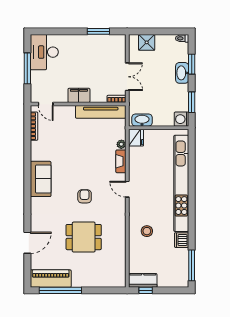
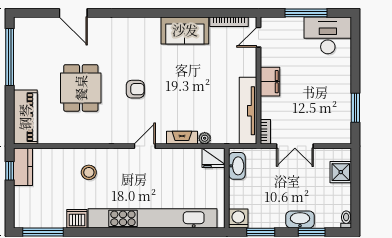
sofa: (41, 179) -> (185, 30), moved
piano: (51, 279) -> (25, 117), moved

